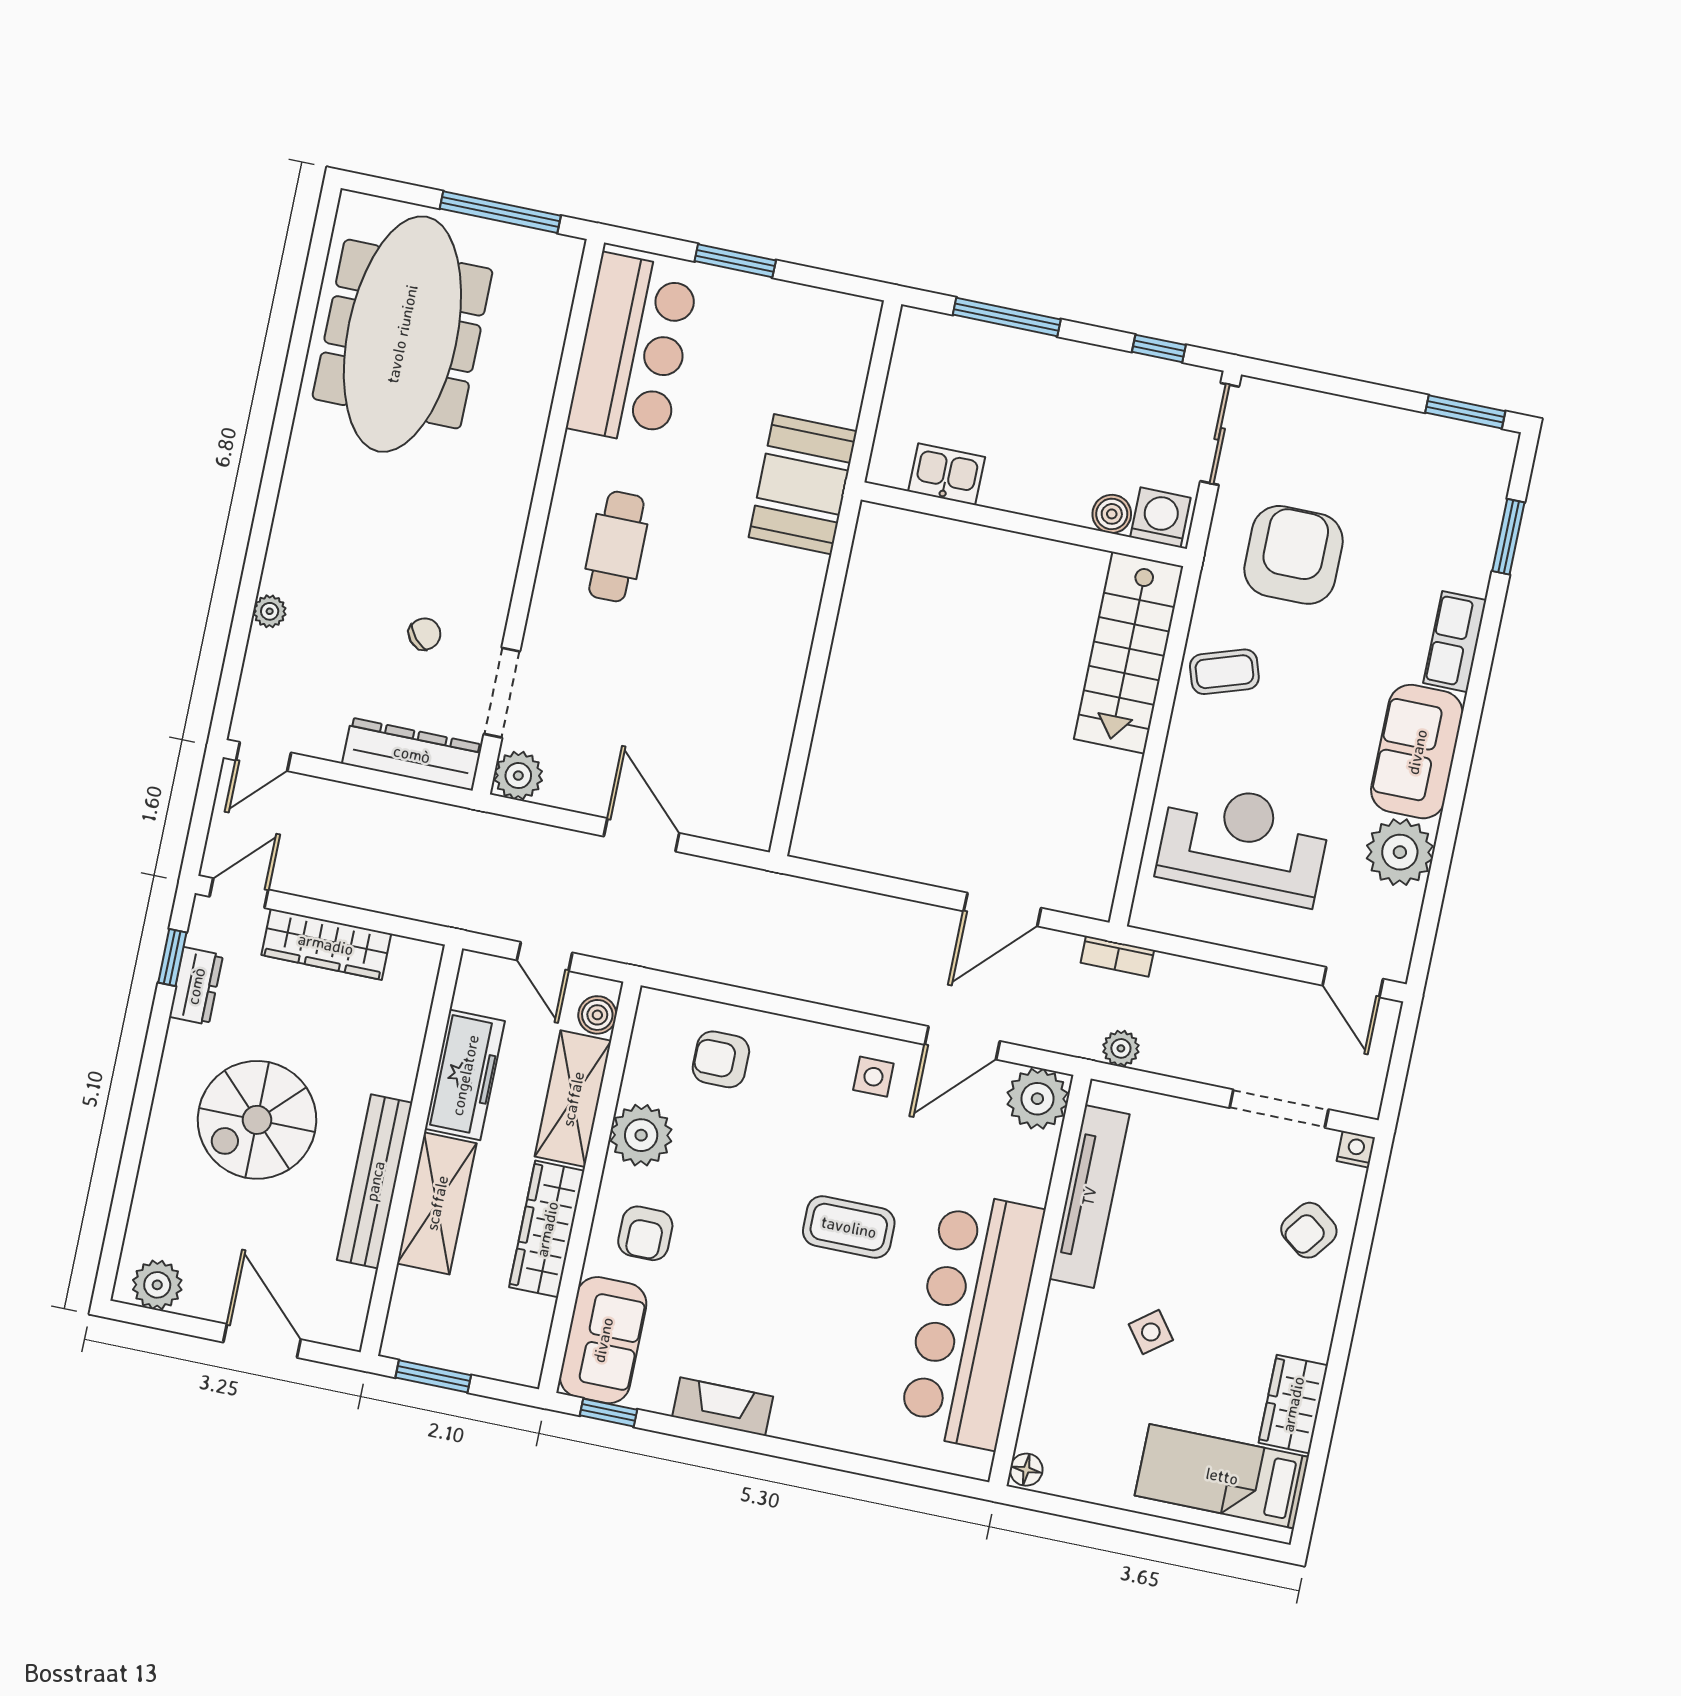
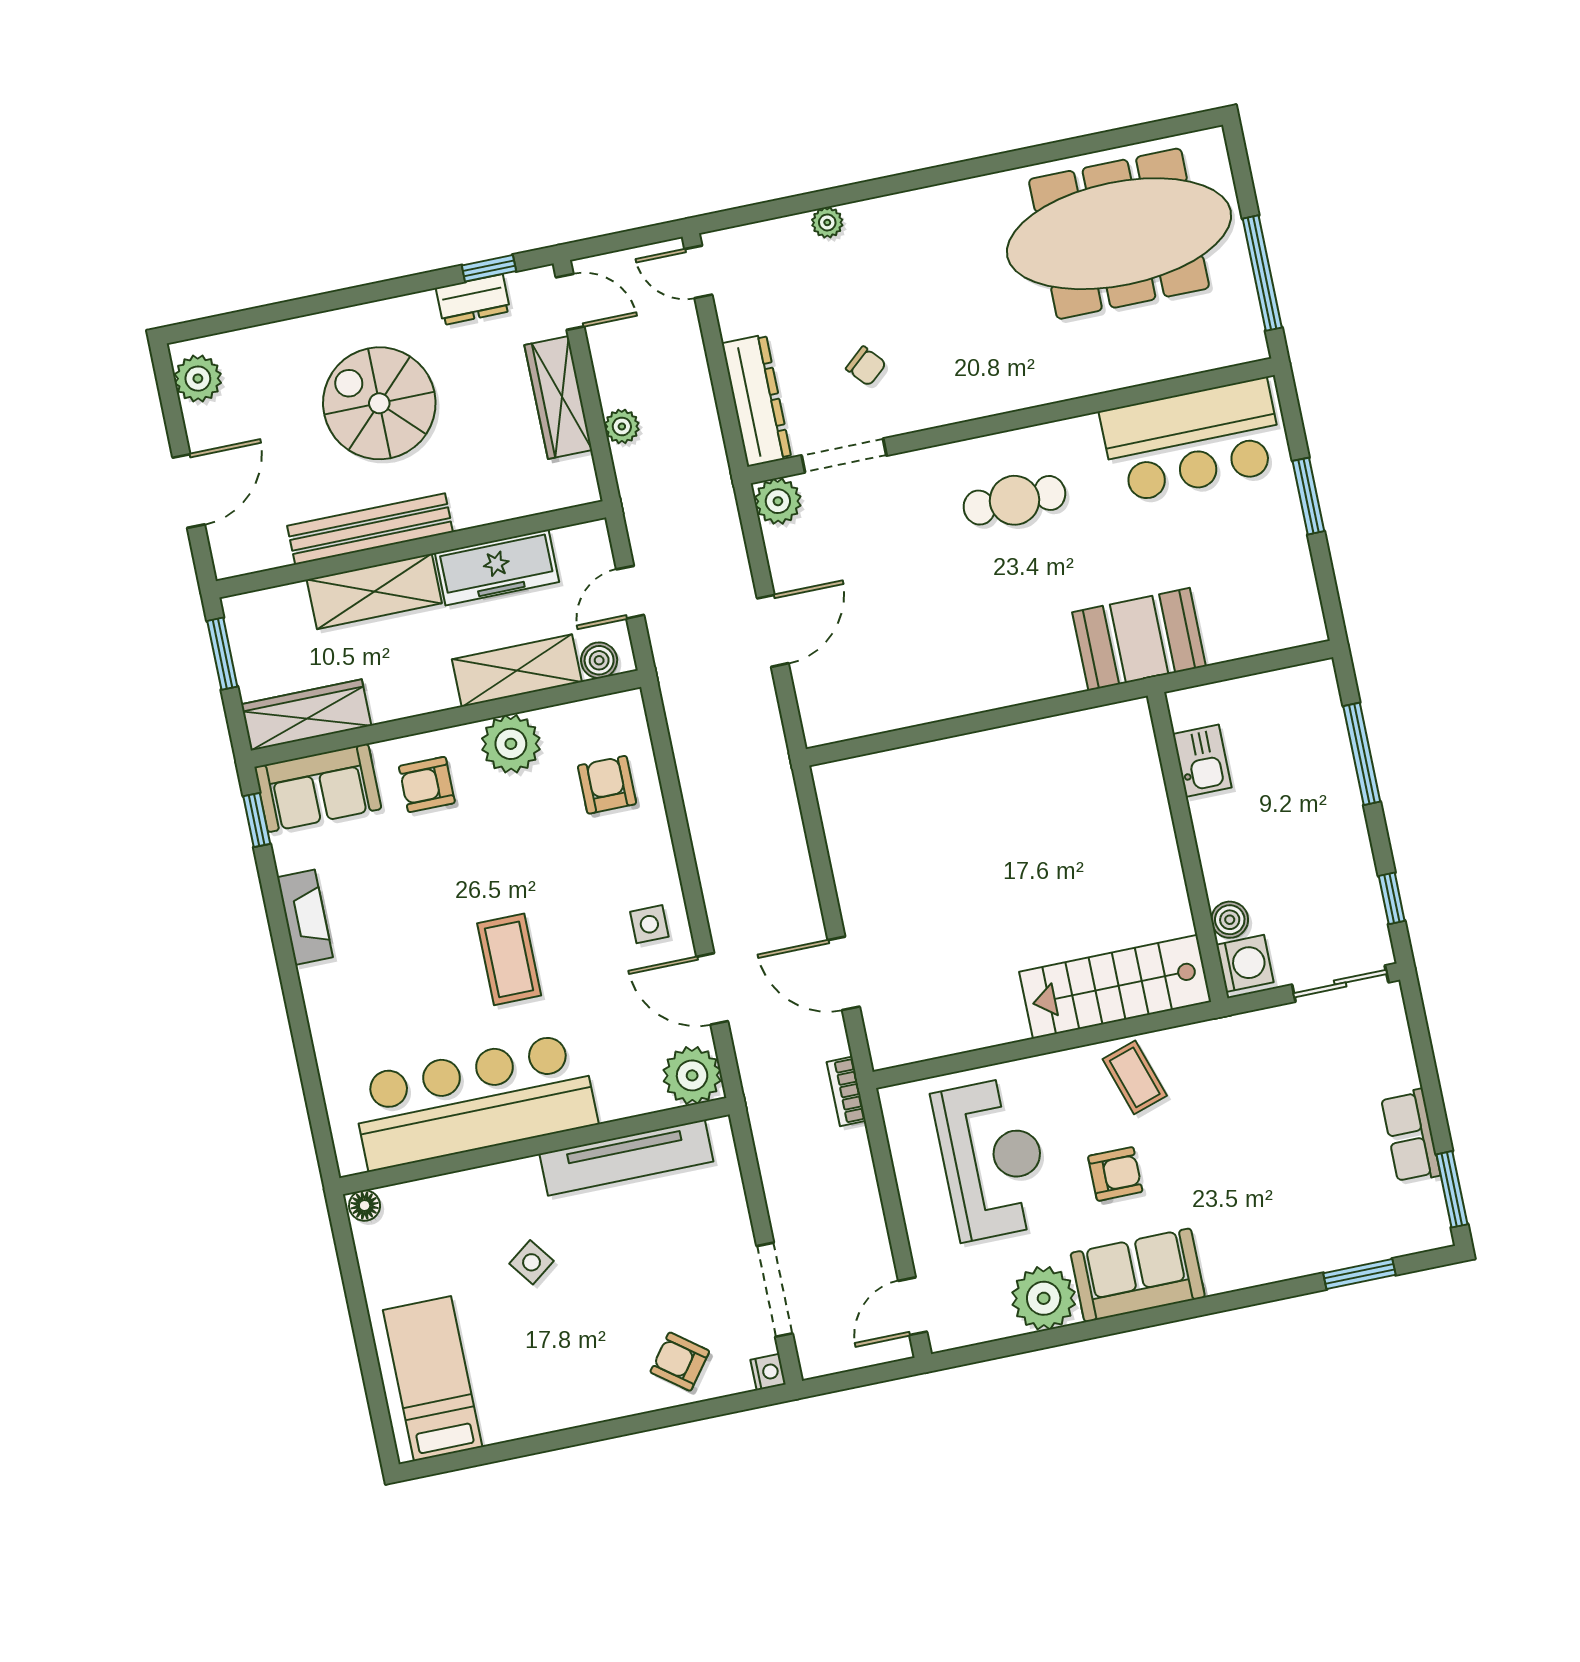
armchair: (1294, 555) -> (1115, 1174), moved, width x0.53, depth x0.53
row of seats: (1455, 642) -> (1411, 1136), moved, turned -90
plant: (1121, 1048) -> (622, 426), moved
wardrobe: (547, 1229) -> (306, 715), moved
wardrobe: (1293, 1404) -> (522, 1414), removed

